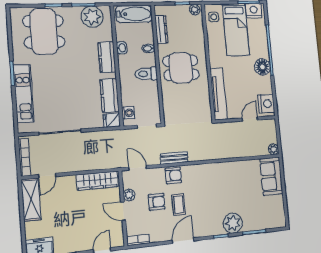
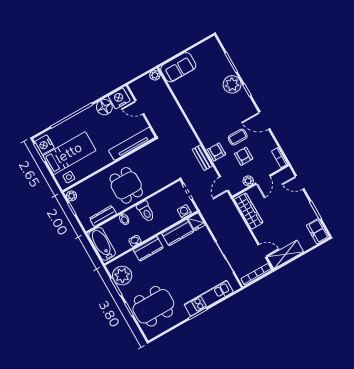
floor lamp: (262, 67) -> (104, 107), moved

